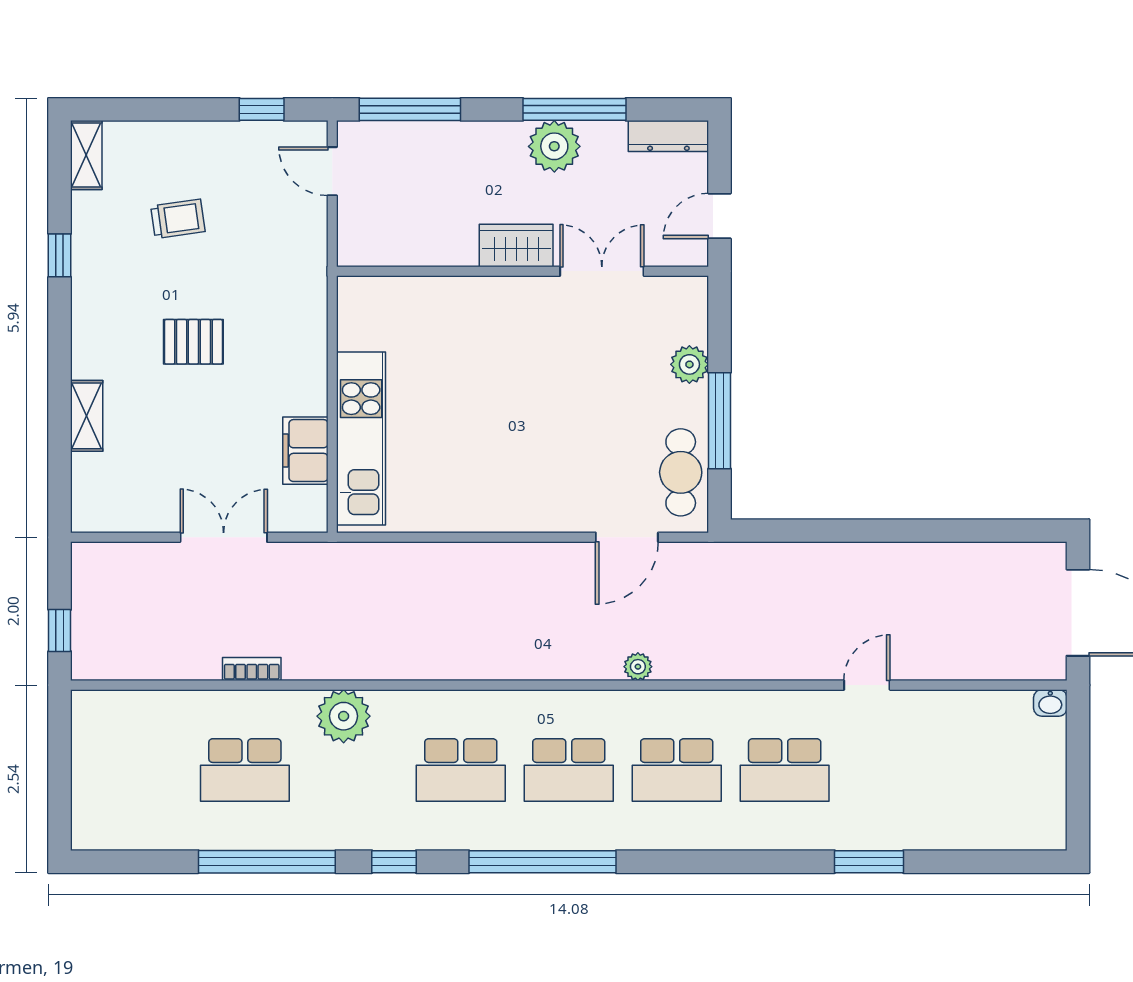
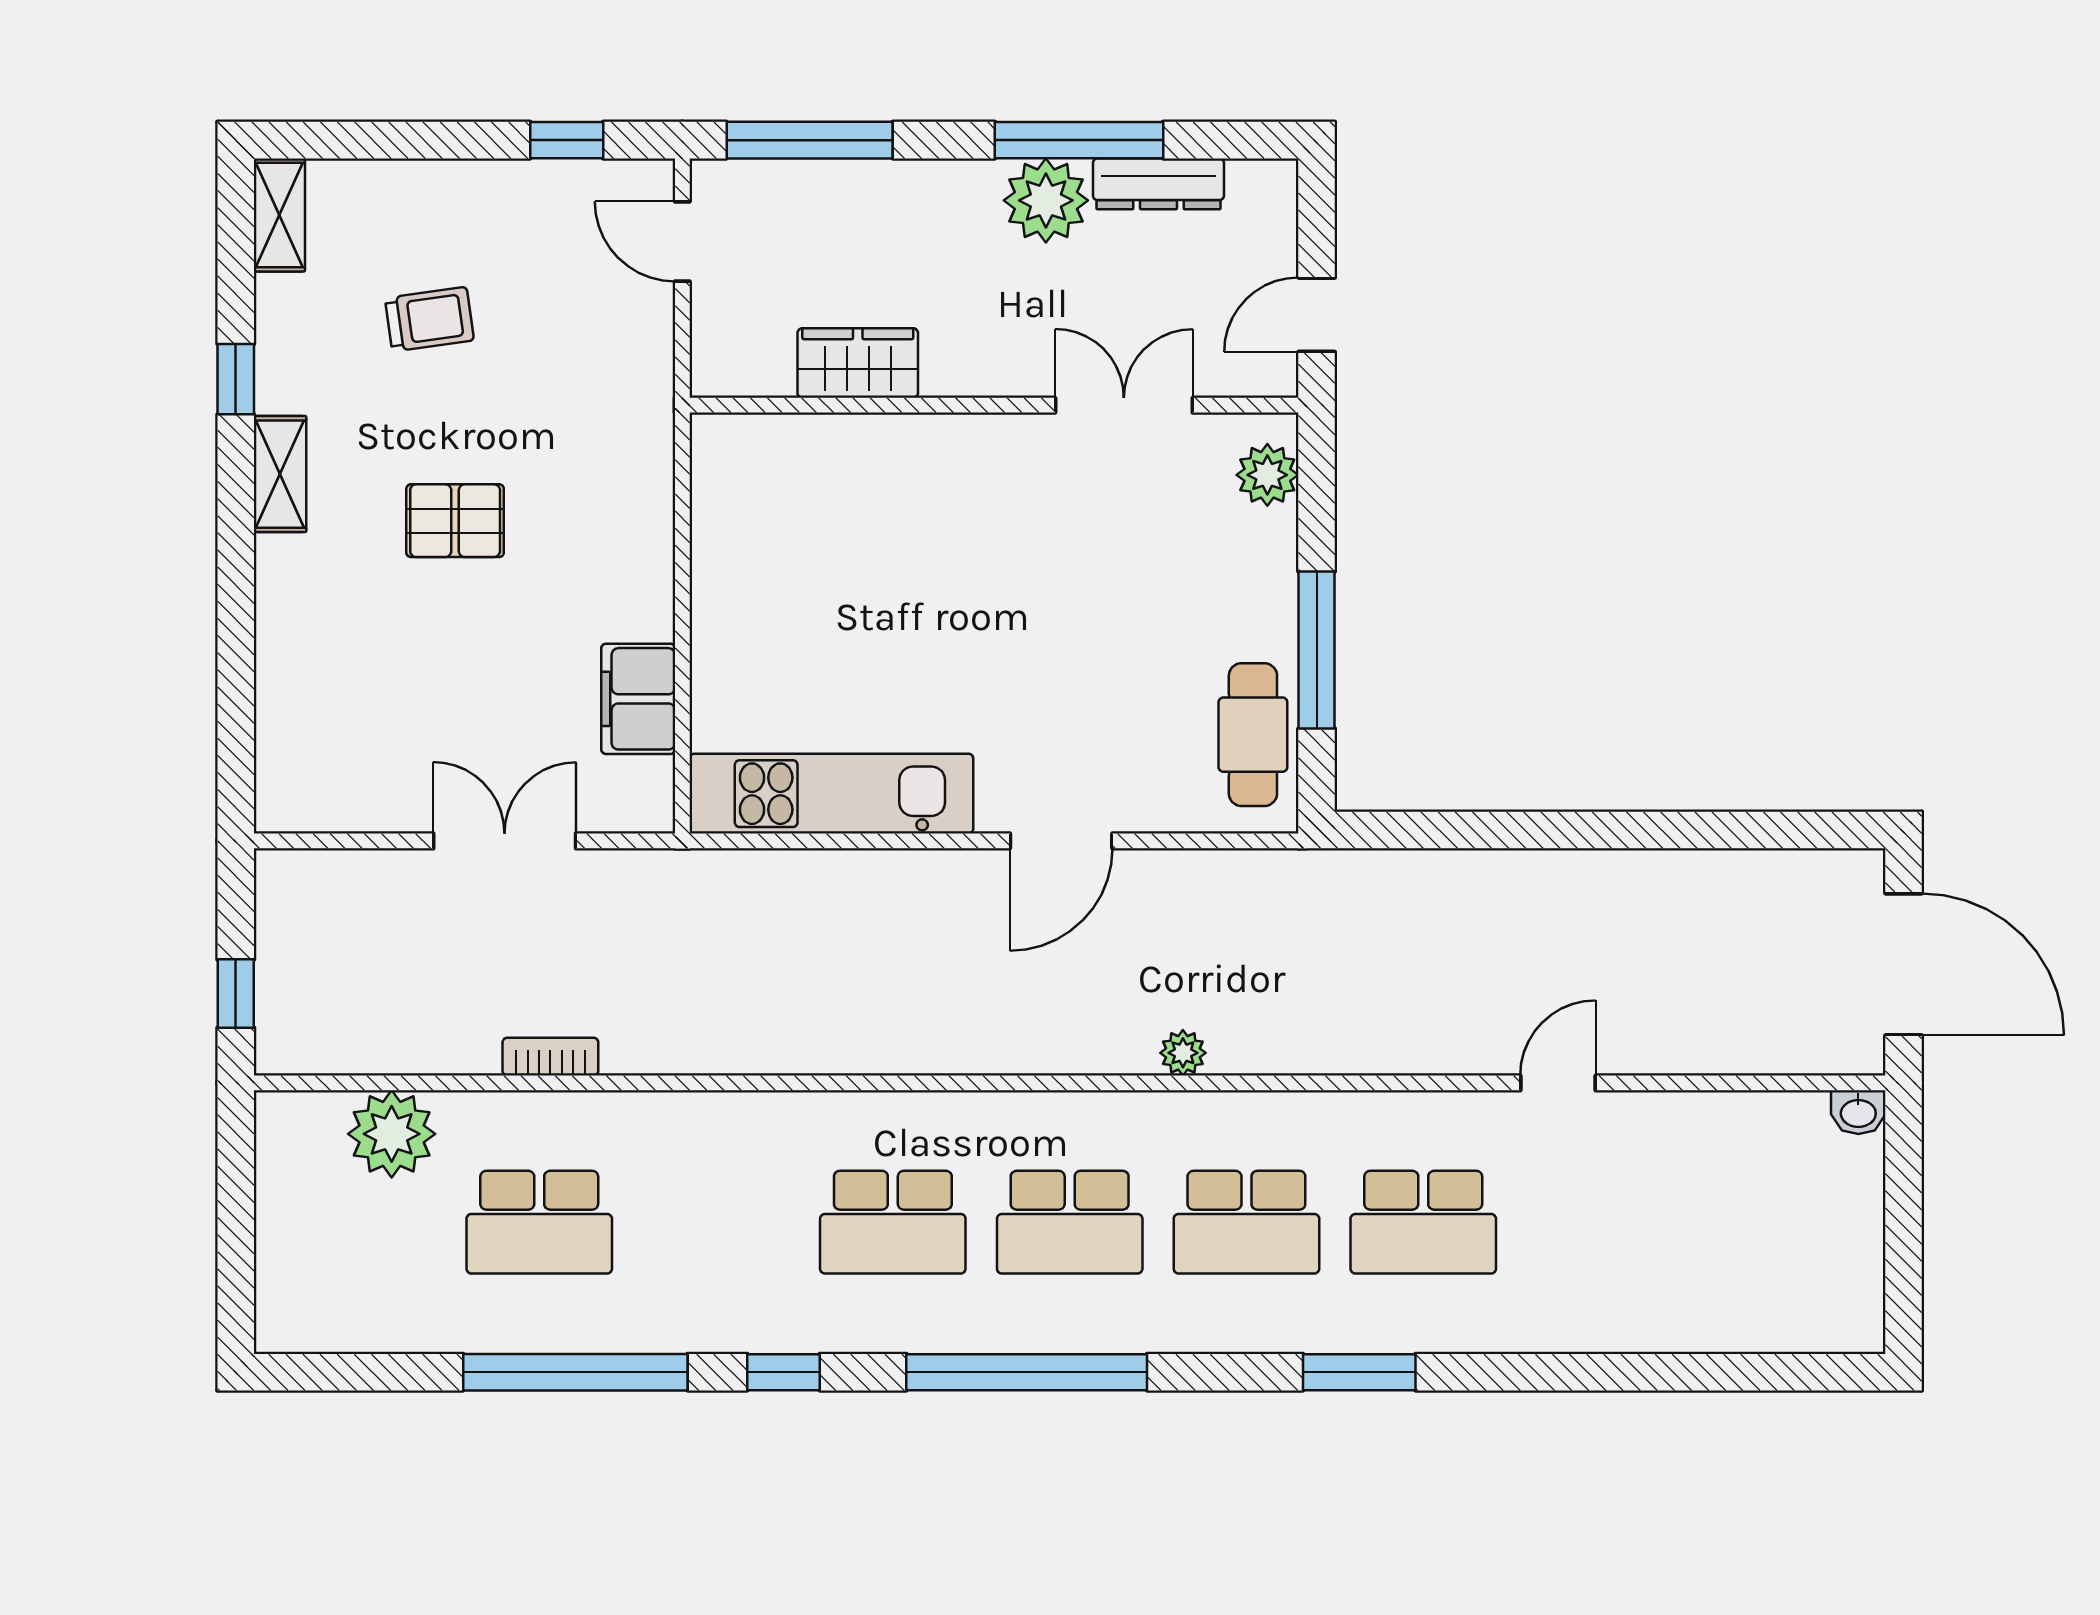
dresser: (668, 136) -> (1158, 184), moved
wardrobe: (516, 245) -> (858, 363), moved
plant: (689, 364) -> (1267, 475), moved
shelving: (87, 416) -> (280, 474), moved
kitchen unit: (361, 438) -> (831, 794), moved, turned -90
door: (627, 537) -> (1061, 841), moved
plant: (344, 716) -> (392, 1134), moved
window: (869, 862) -> (1359, 1372), moved

